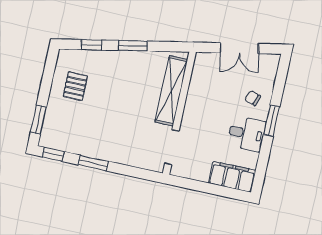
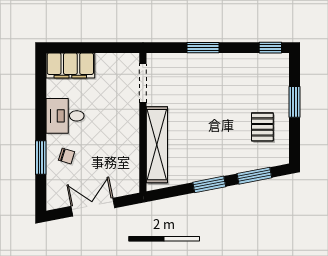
window: (92, 45) -> (254, 176), width x1.50
window: (38, 120) -> (295, 102), moved
window: (272, 121) -> (41, 157), moved
window: (93, 163) -> (203, 48), moved

